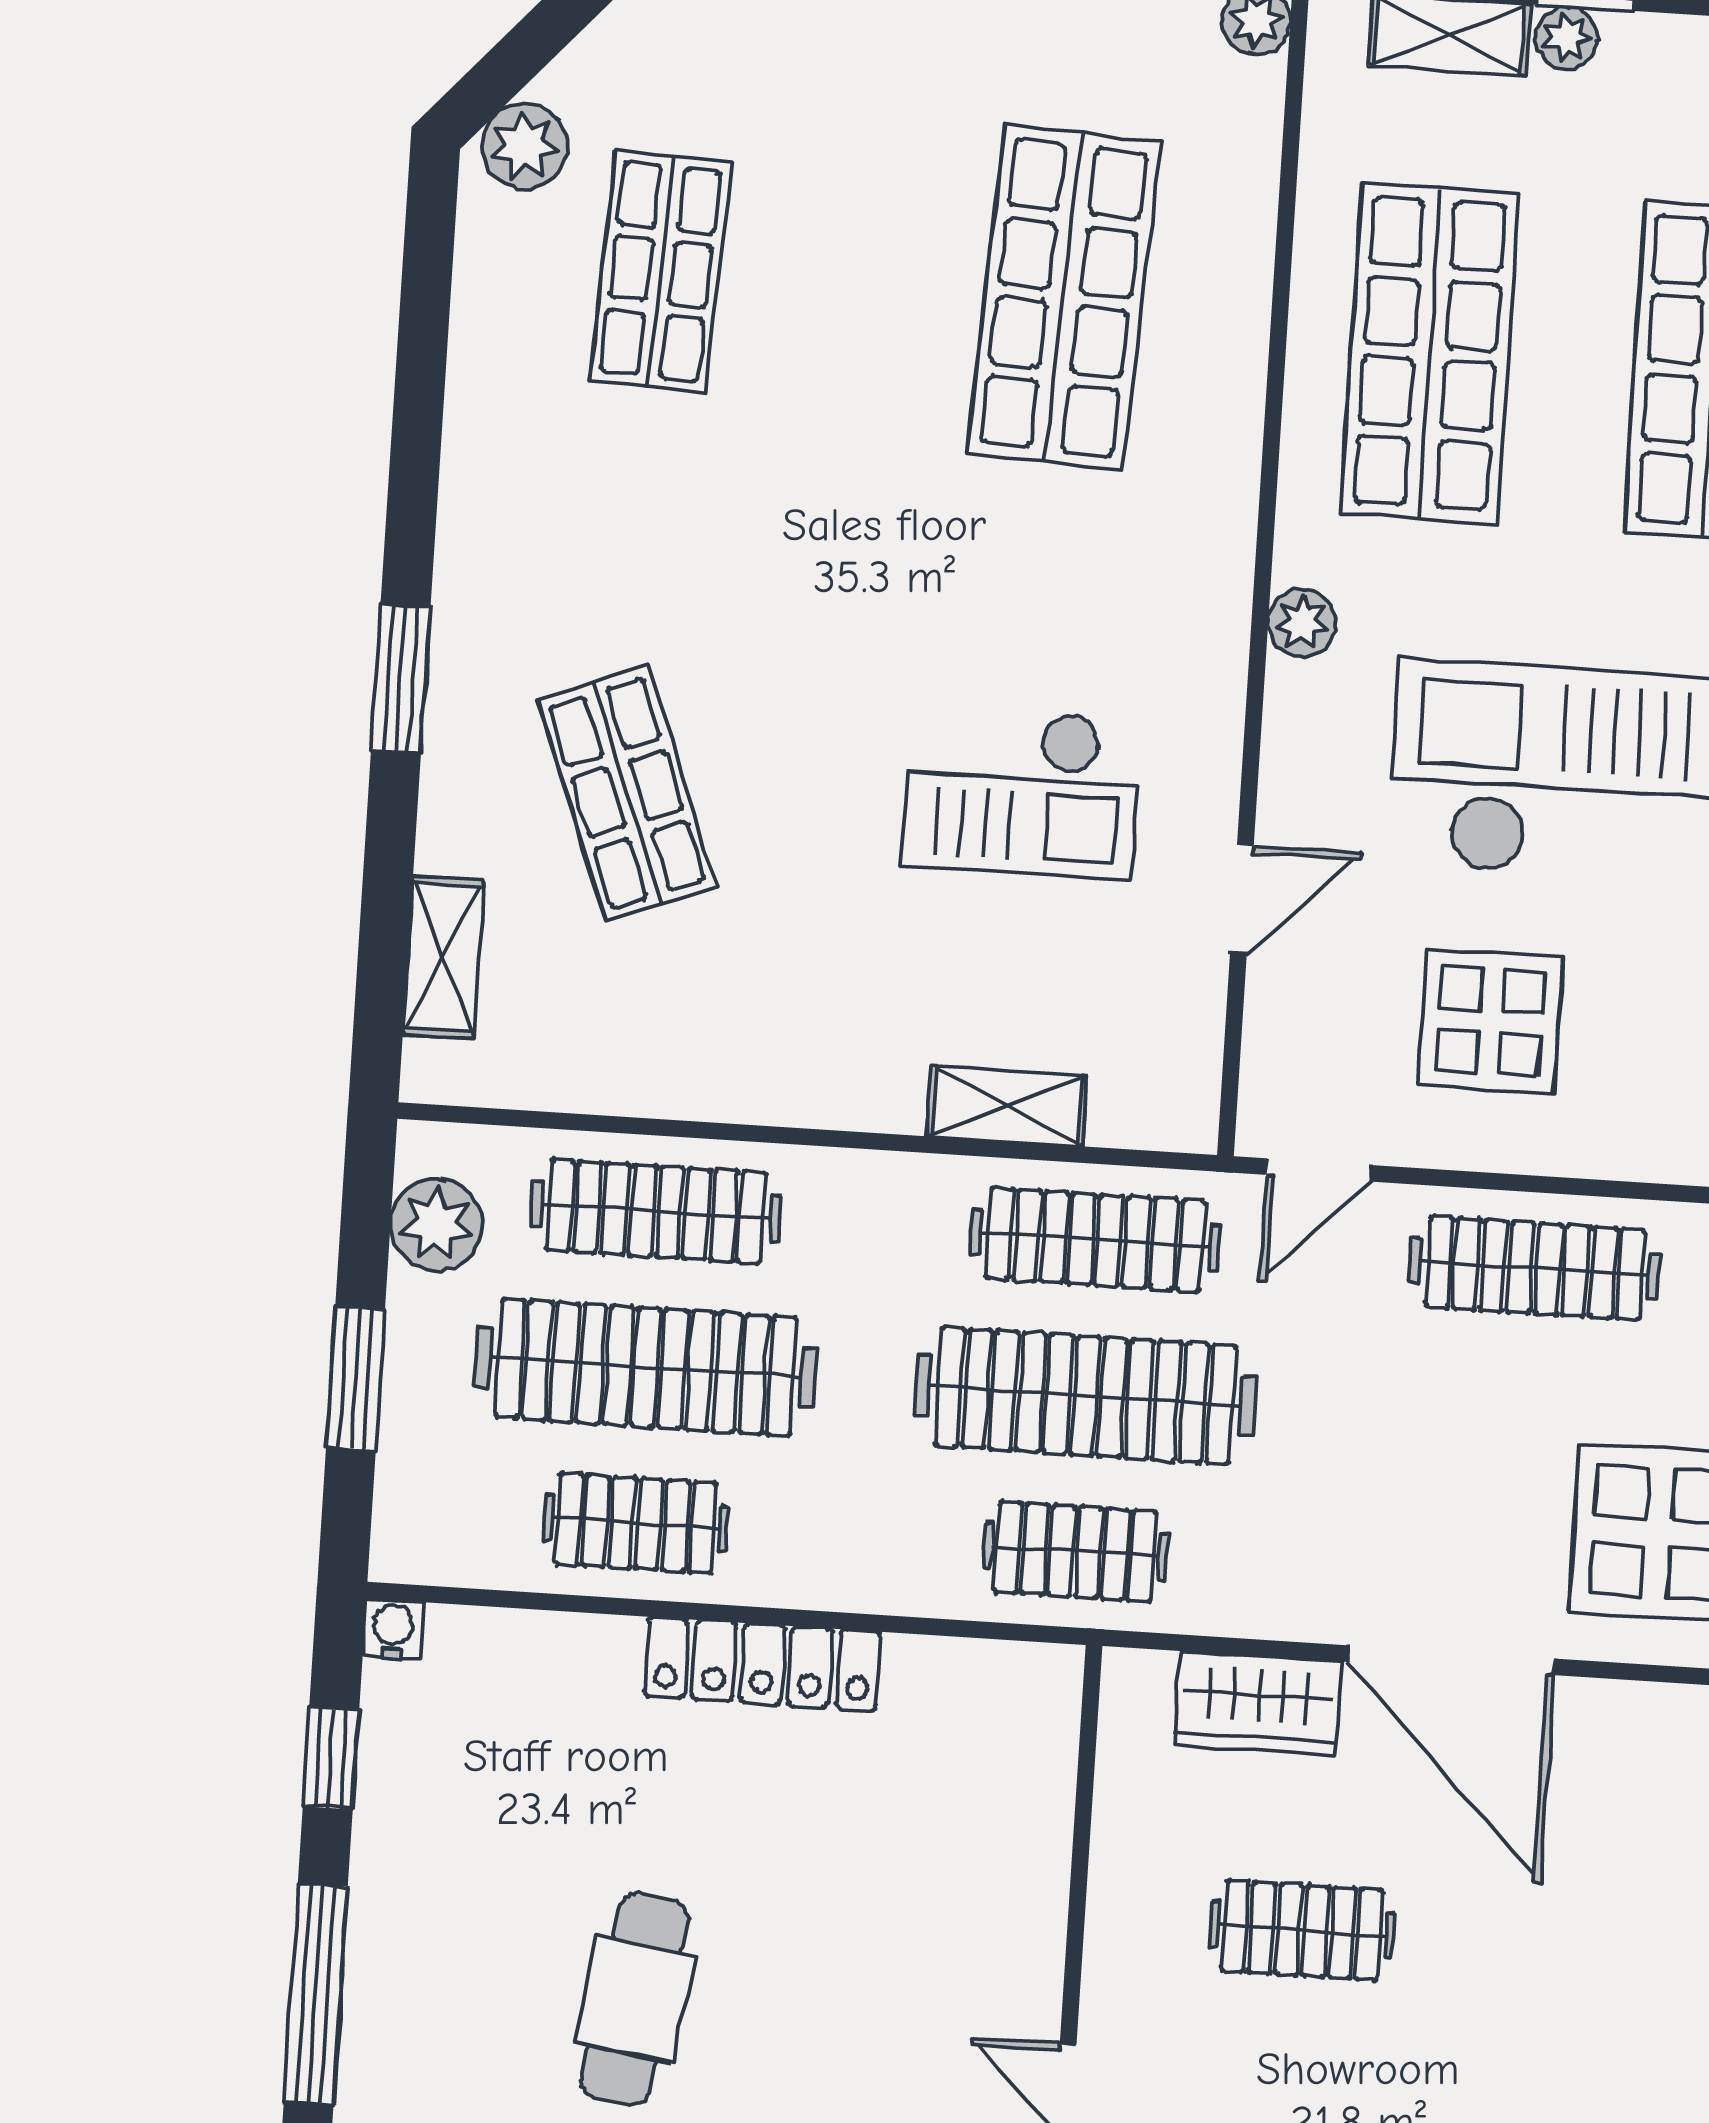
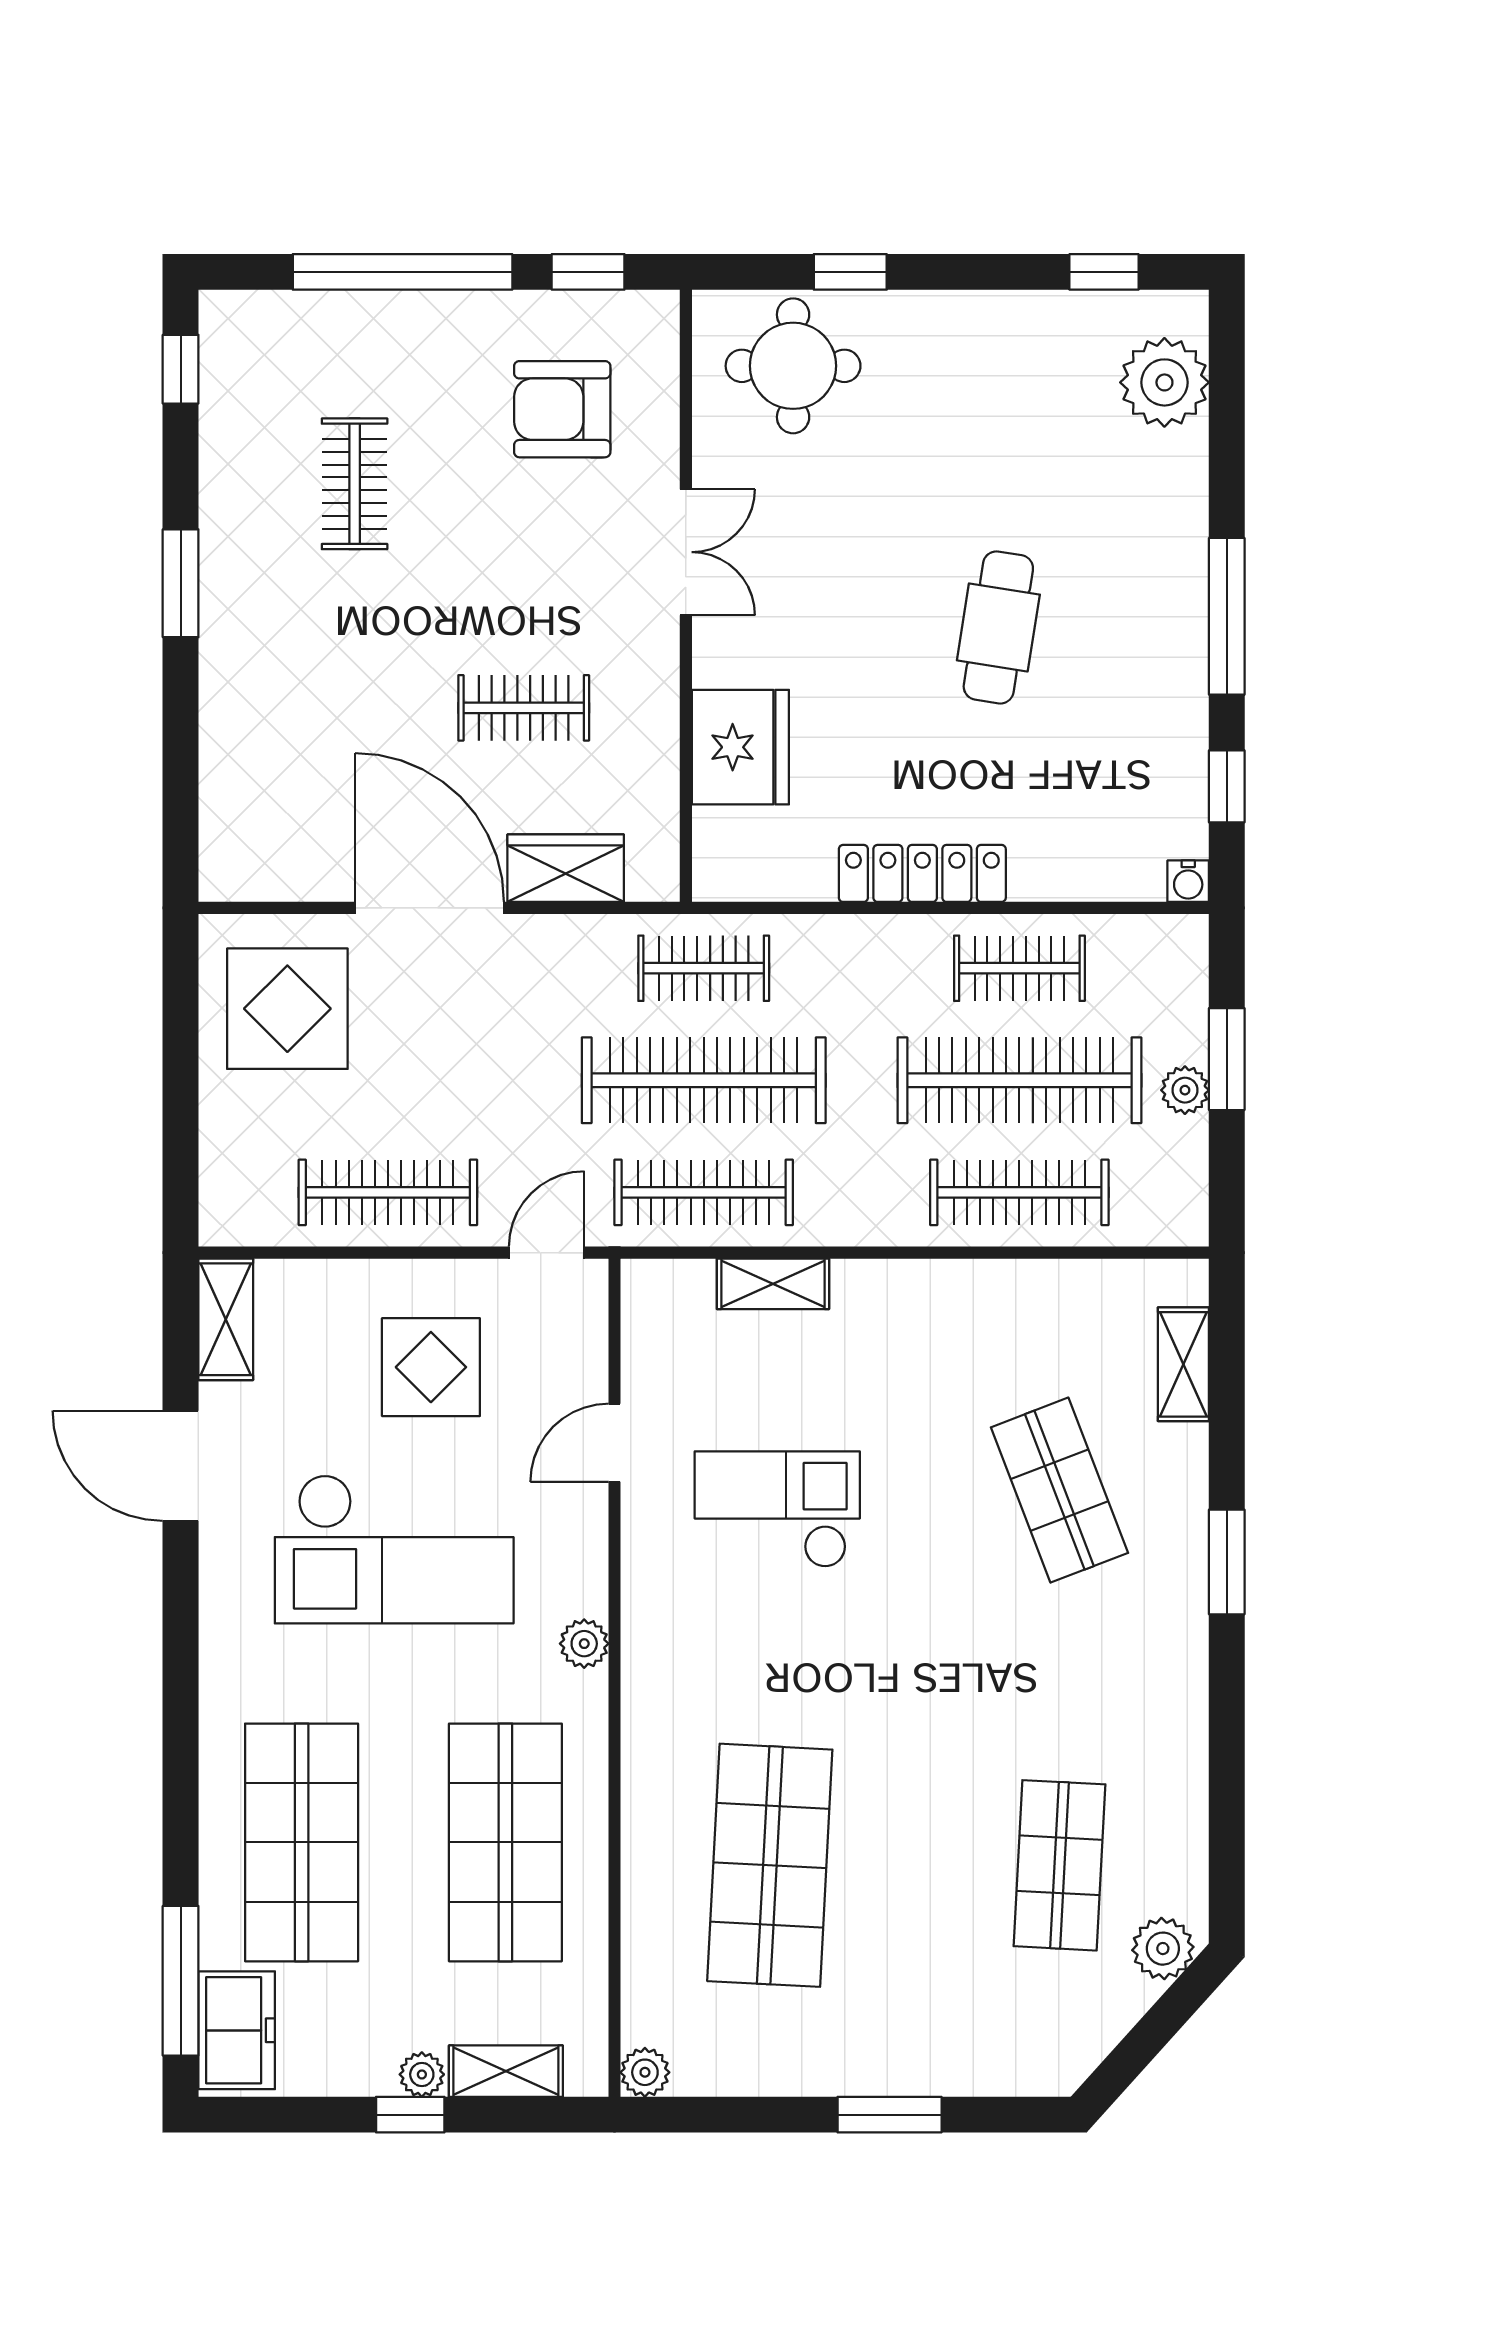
plant: (436, 1225) -> (1185, 1090), moved, width x0.73, depth x0.73
fridge: (1004, 1856) -> (740, 747), added

